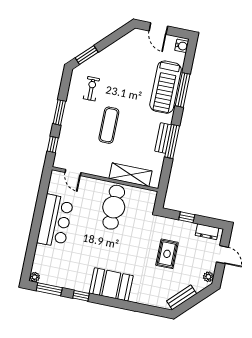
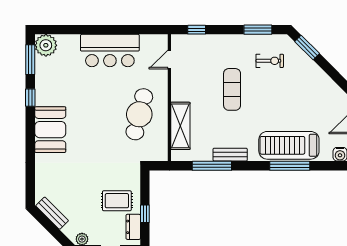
window: (59, 112) -> (258, 30), moved
exercise mat: (109, 125) -> (232, 89), turned 90
window: (172, 141) -> (212, 166), moved
cafe table: (114, 207) -> (139, 114), turned -76
window: (187, 217) -> (145, 214), moved
rug: (167, 254) -> (117, 201), moved
plant: (35, 277) -> (46, 45), width x1.88, depth x1.88

